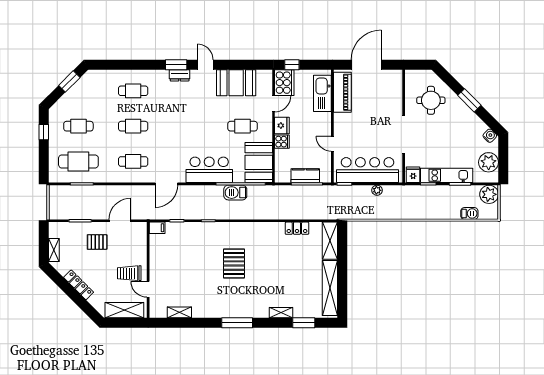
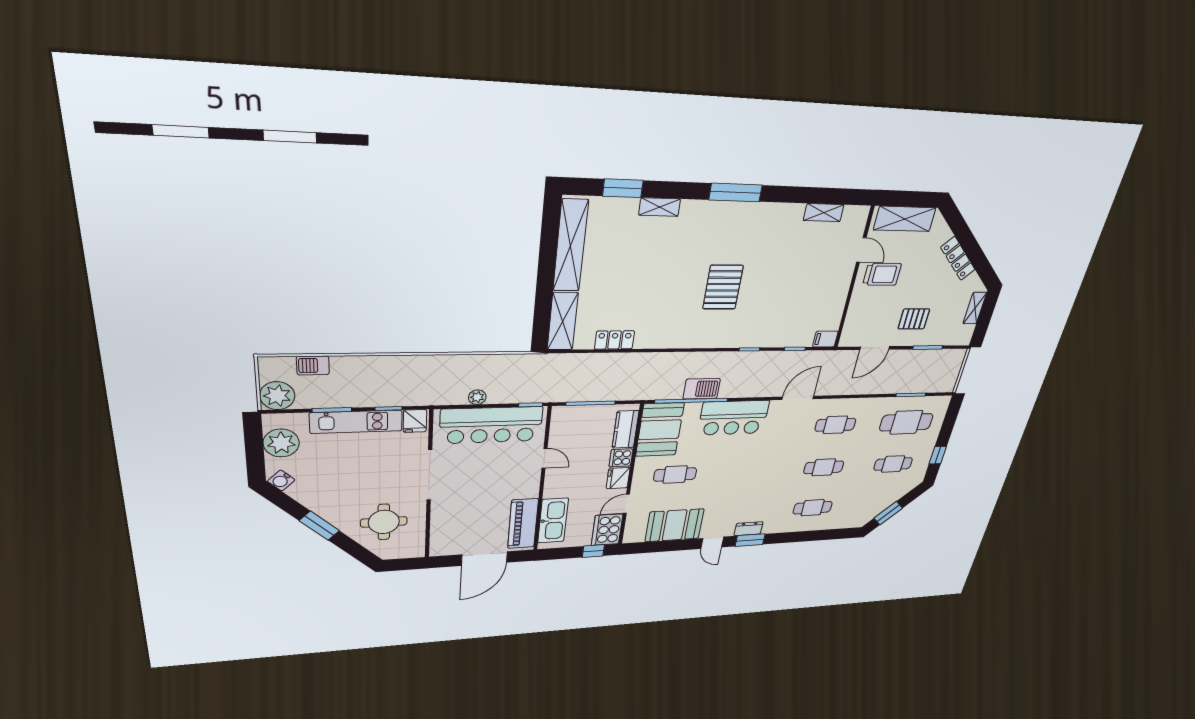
kitchen counter: (305, 176) -> (625, 429), moved, turned 90

